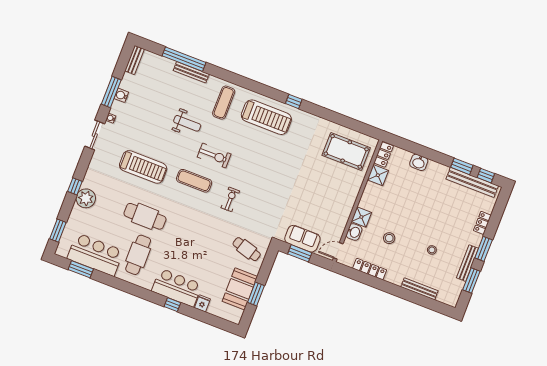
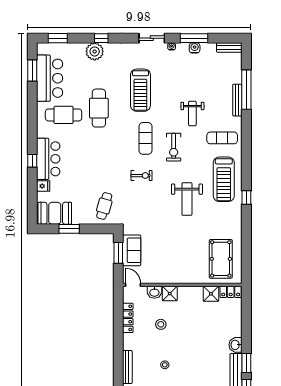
weight bench: (272, 162) -> (187, 199), added
washbasin: (419, 162) -> (235, 345), moved
booth: (240, 289) -> (55, 213), moved

